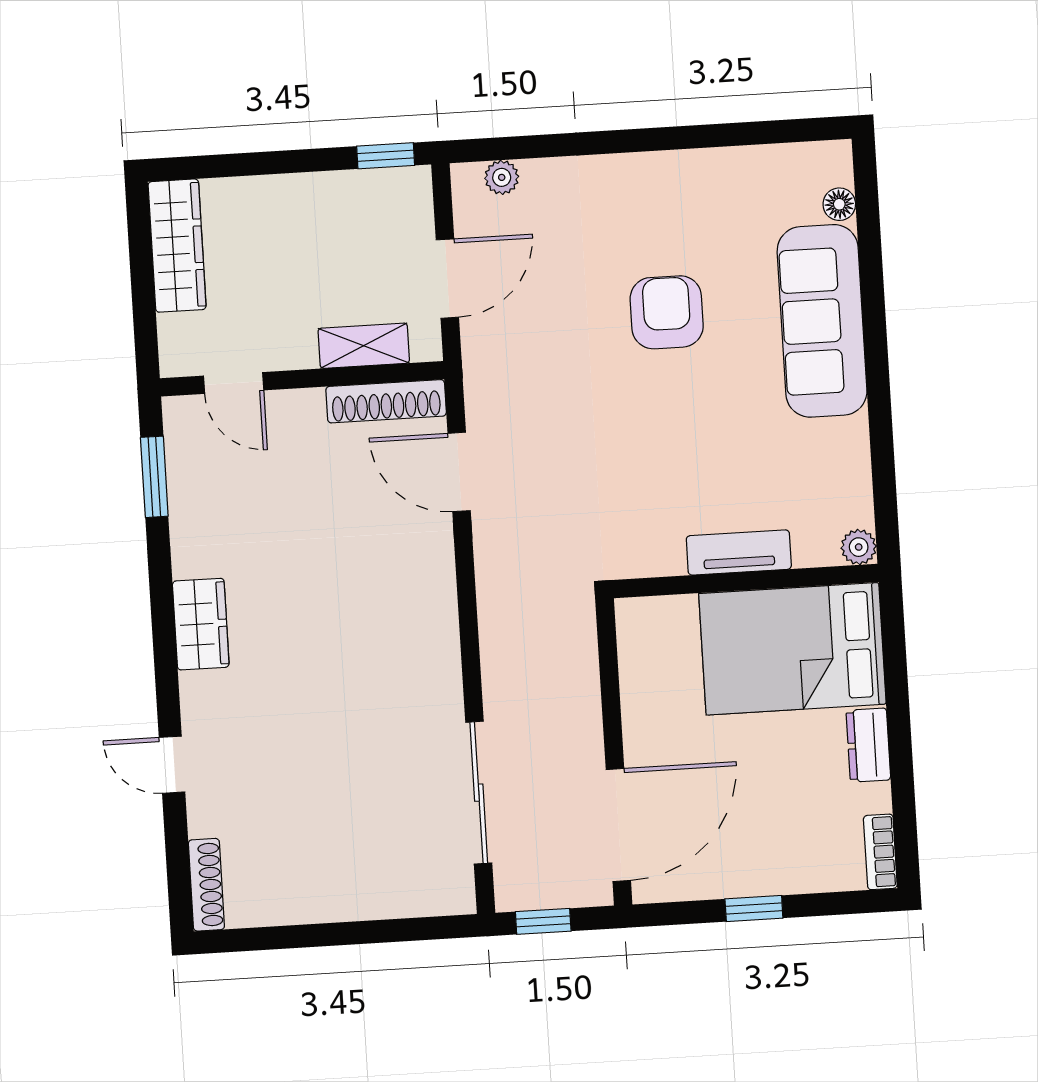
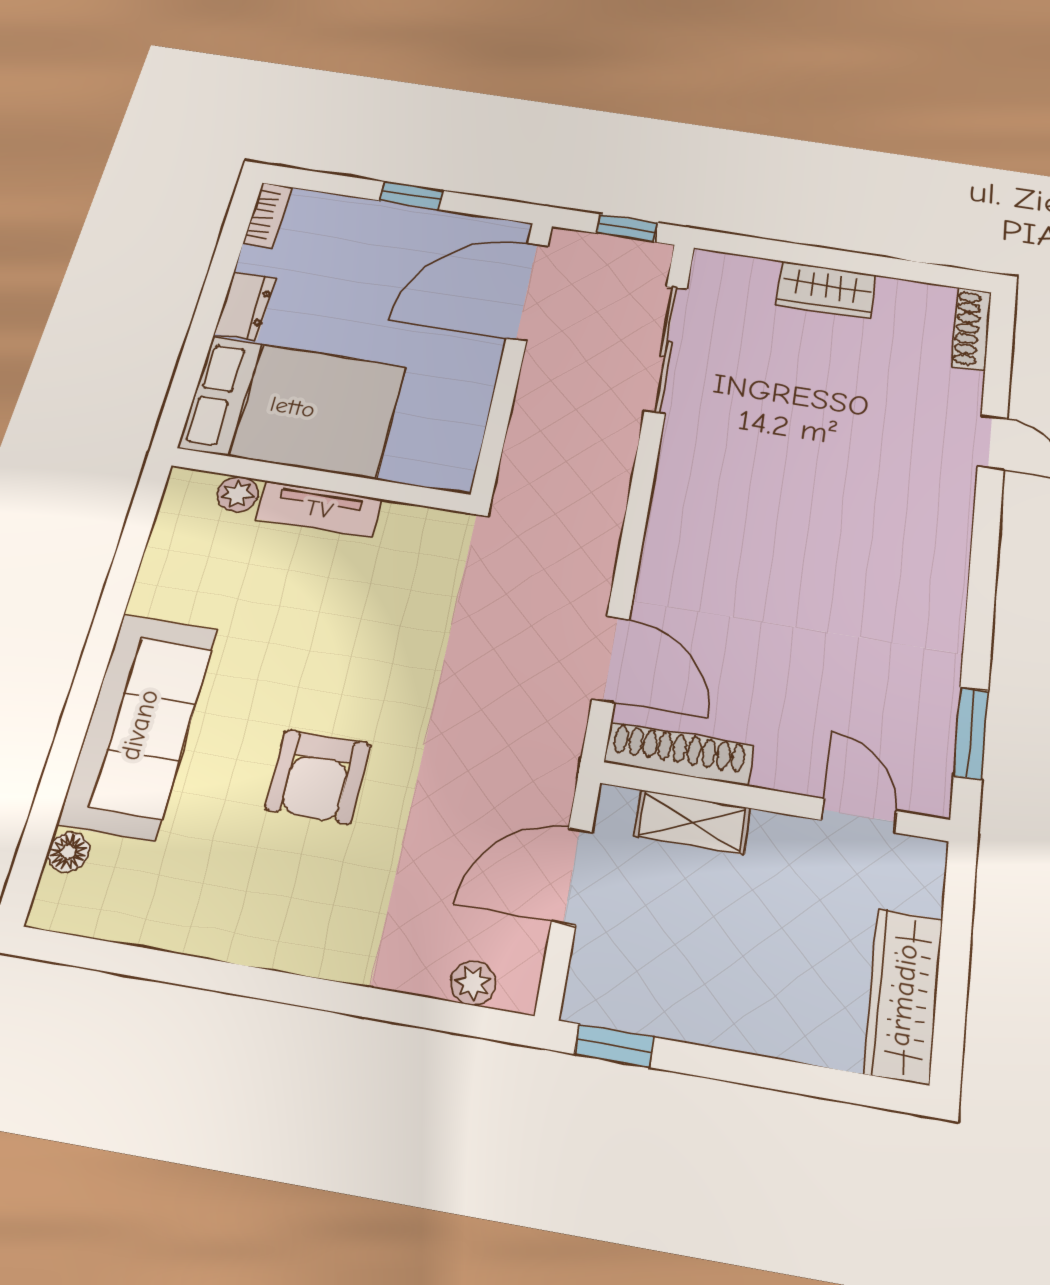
plant: (859, 547) -> (238, 494), moved
wardrobe: (201, 624) -> (826, 290), moved, turned -90

